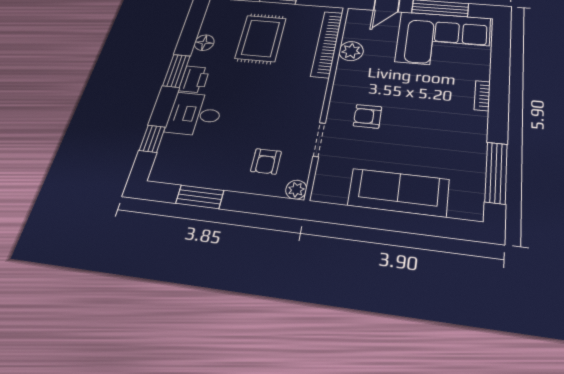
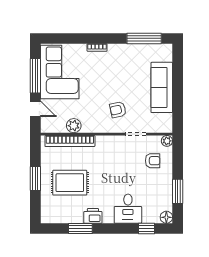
floor lamp: (204, 43) -> (166, 217), moved
window: (176, 71) -> (80, 229), moved
printer: (194, 79) -> (93, 216), moved
armchair: (368, 116) -> (118, 110), turned 78

